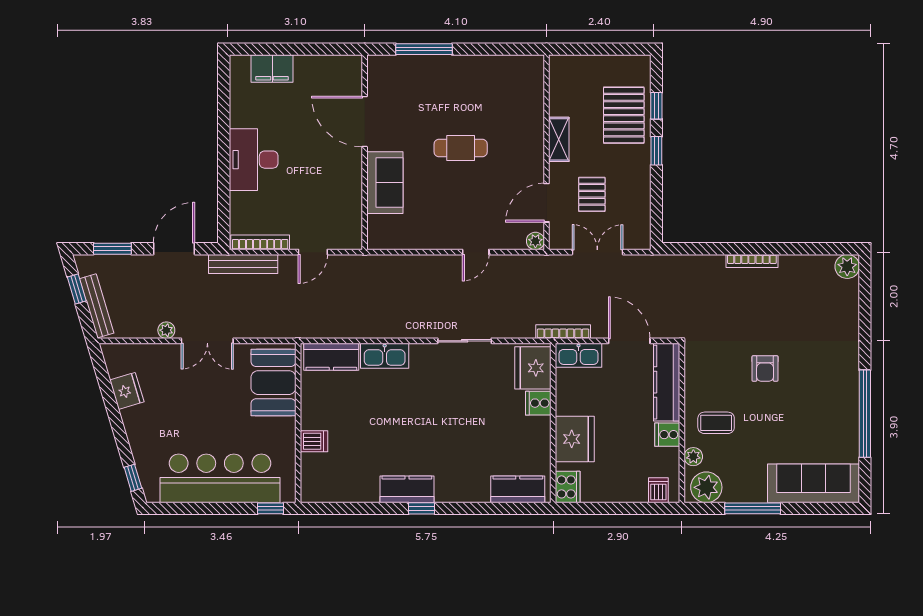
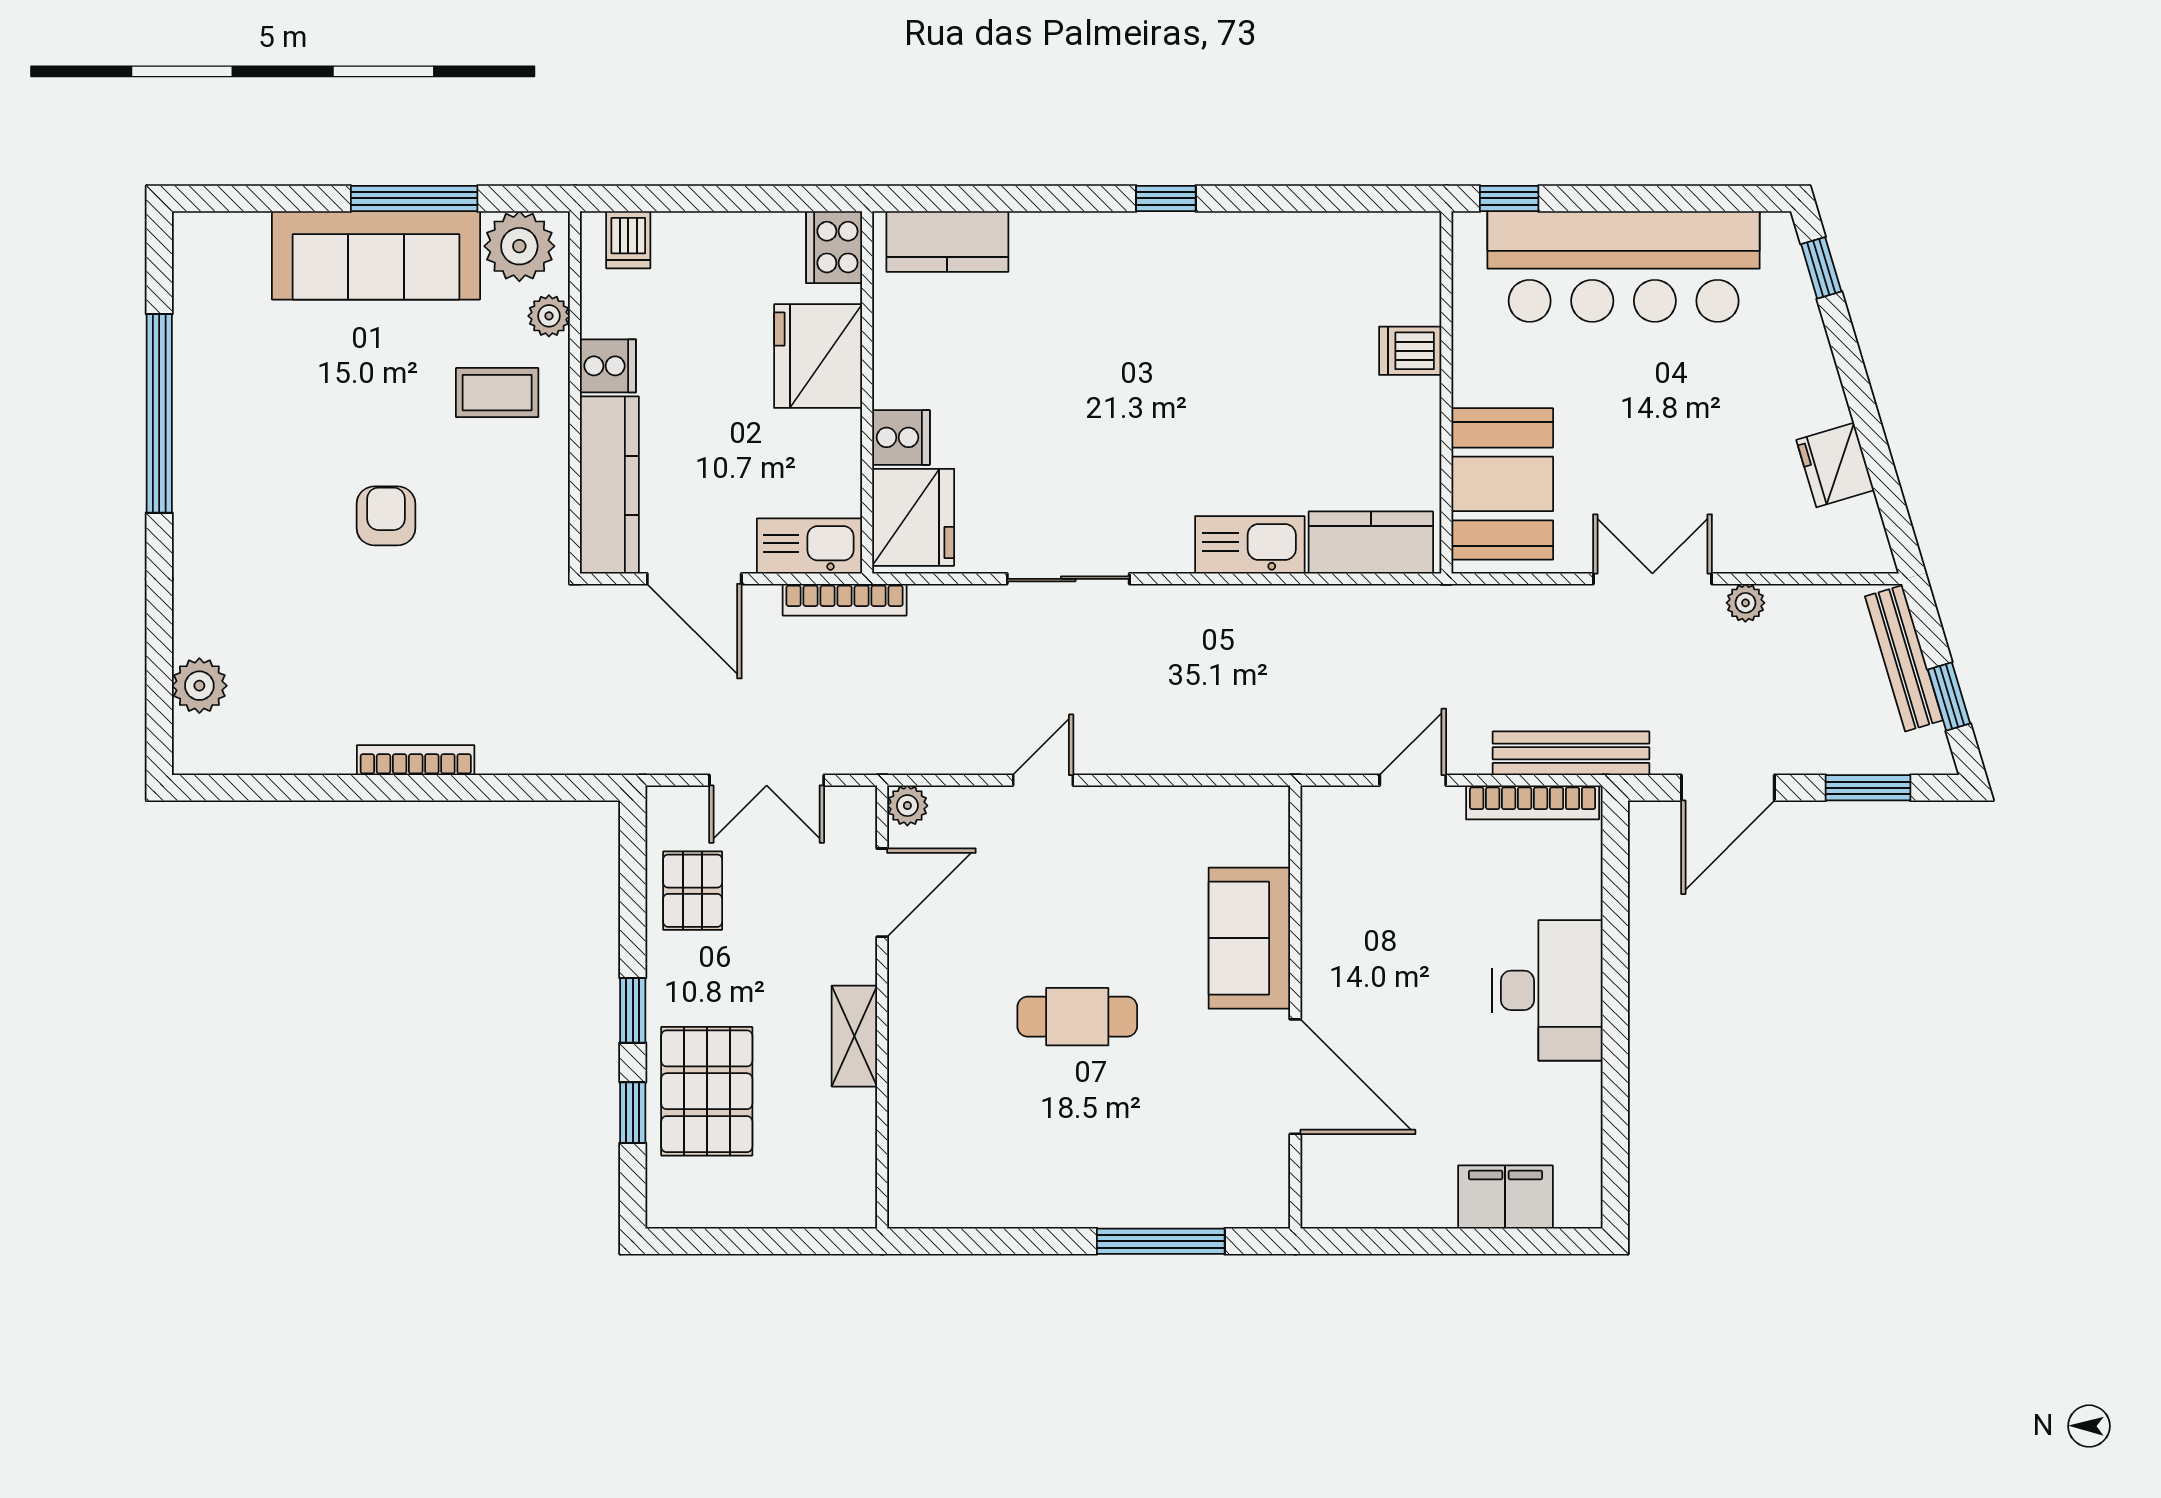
pallet: (592, 194) -> (693, 891), moved
plant: (847, 266) -> (199, 686), moved
sofa: (813, 483) -> (376, 255), moved
kitchen counter: (407, 489) -> (1199, 241), removed

